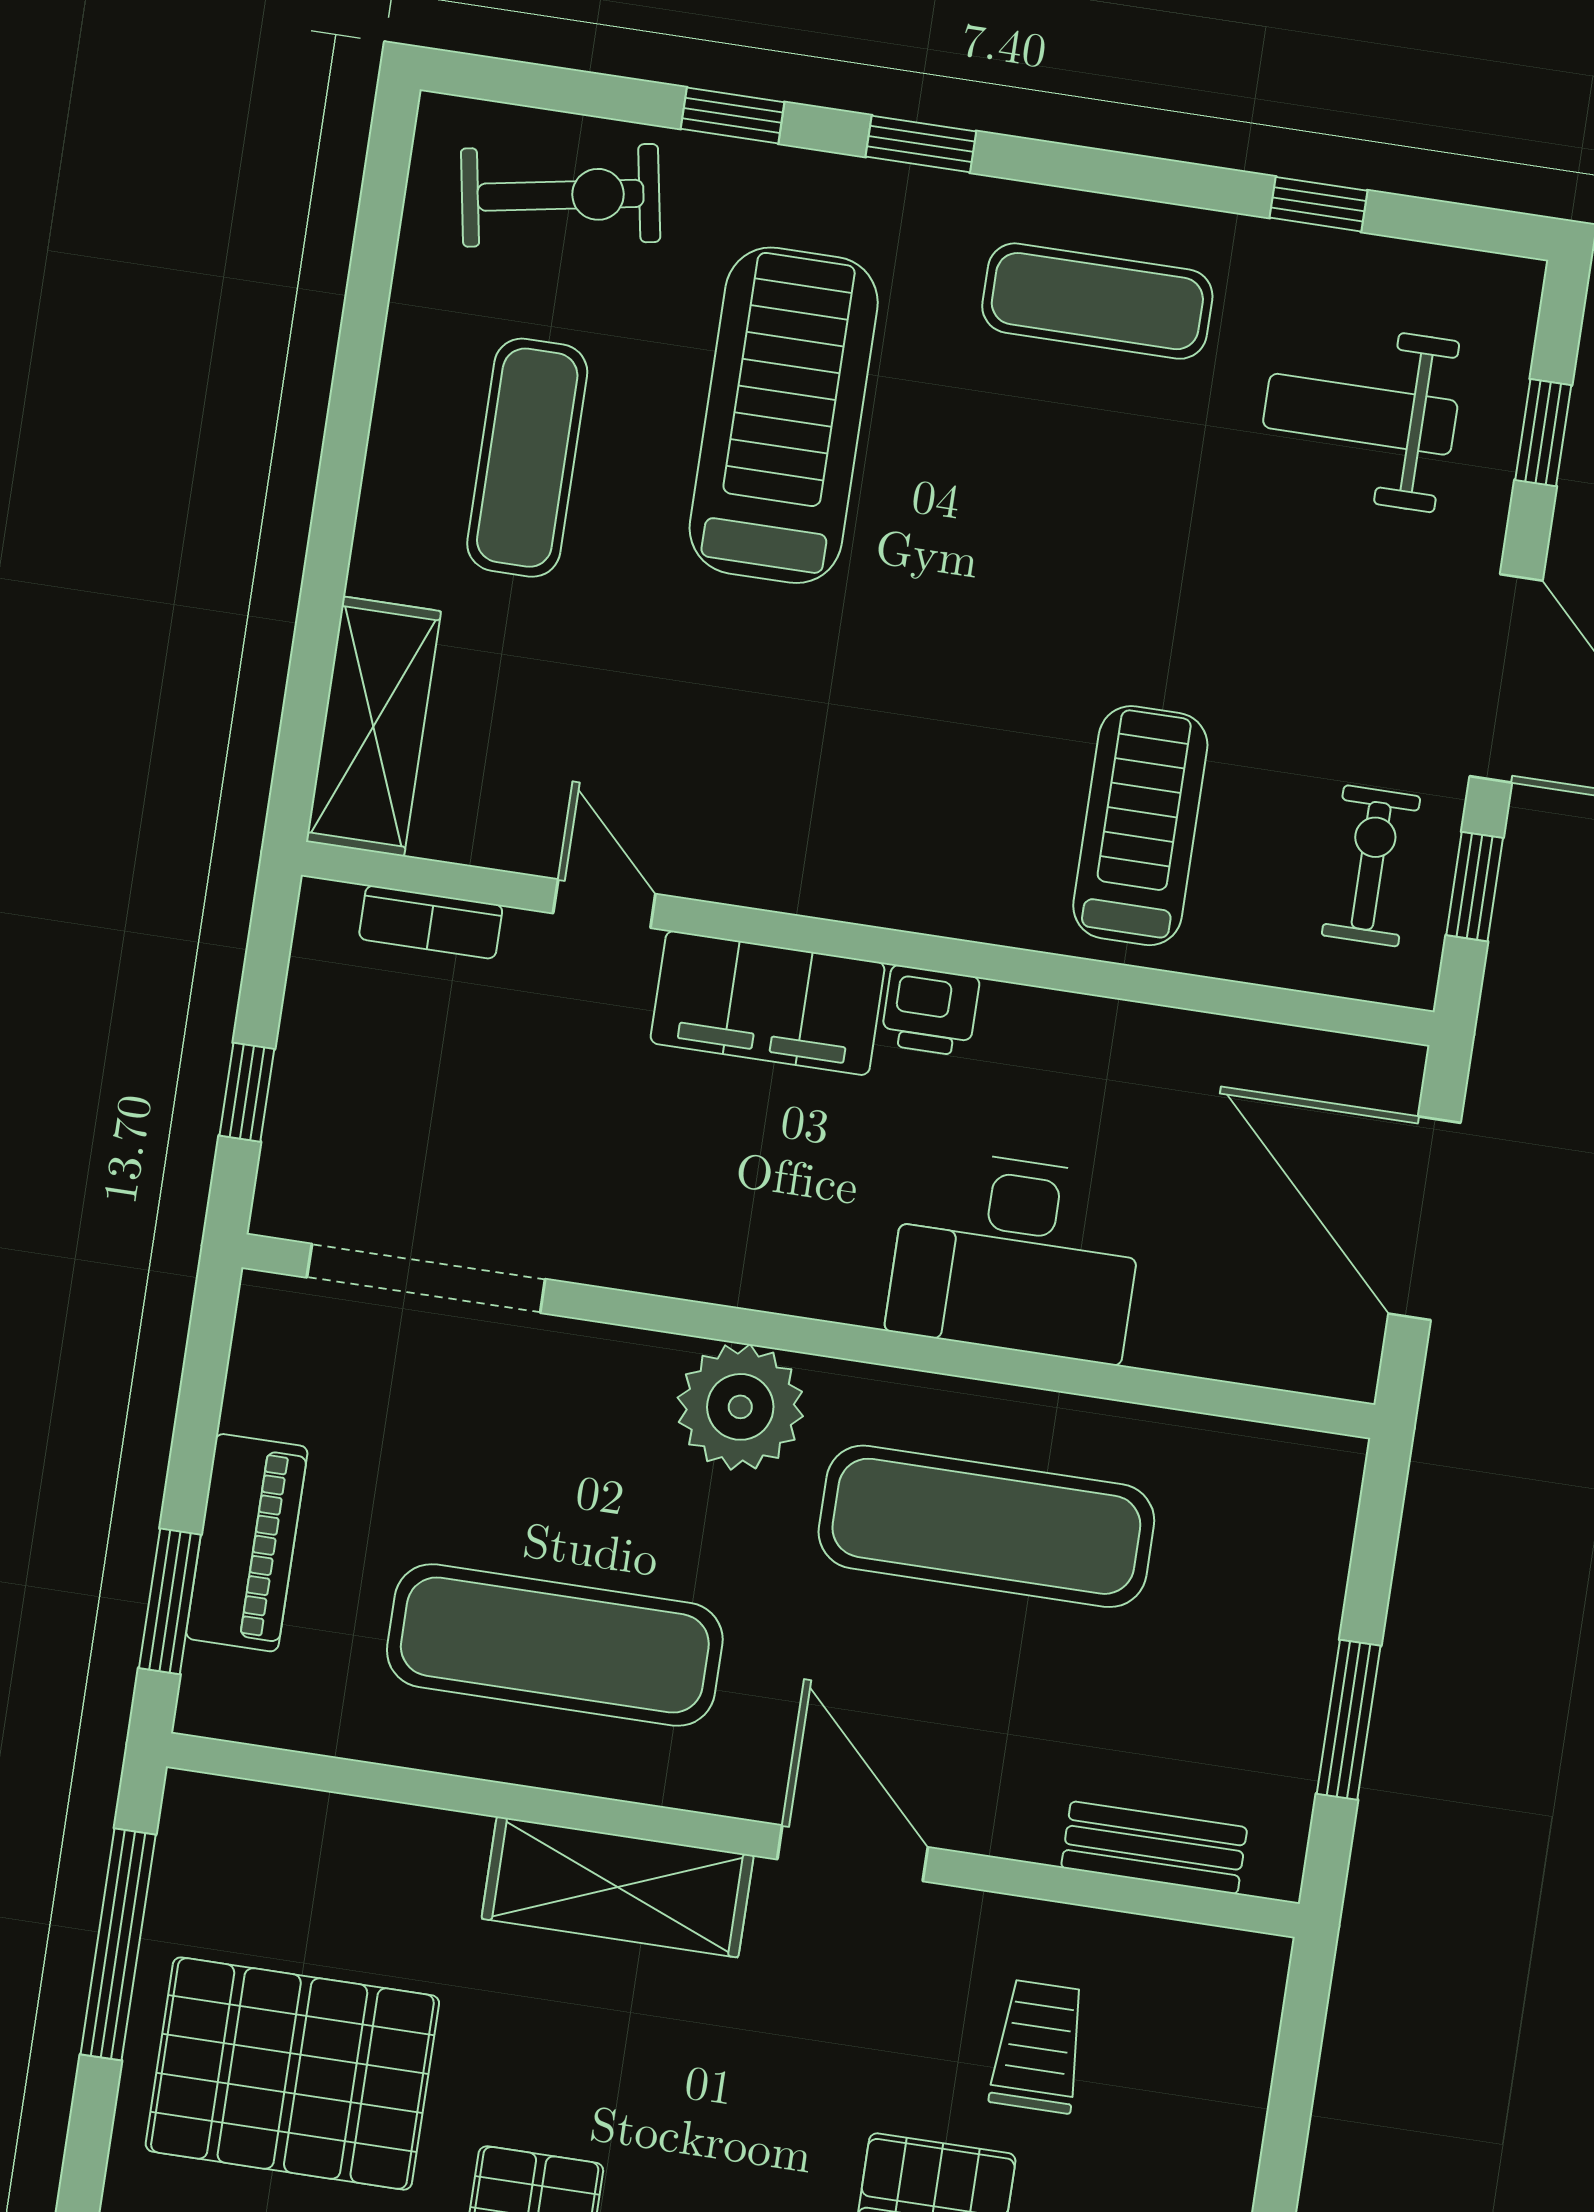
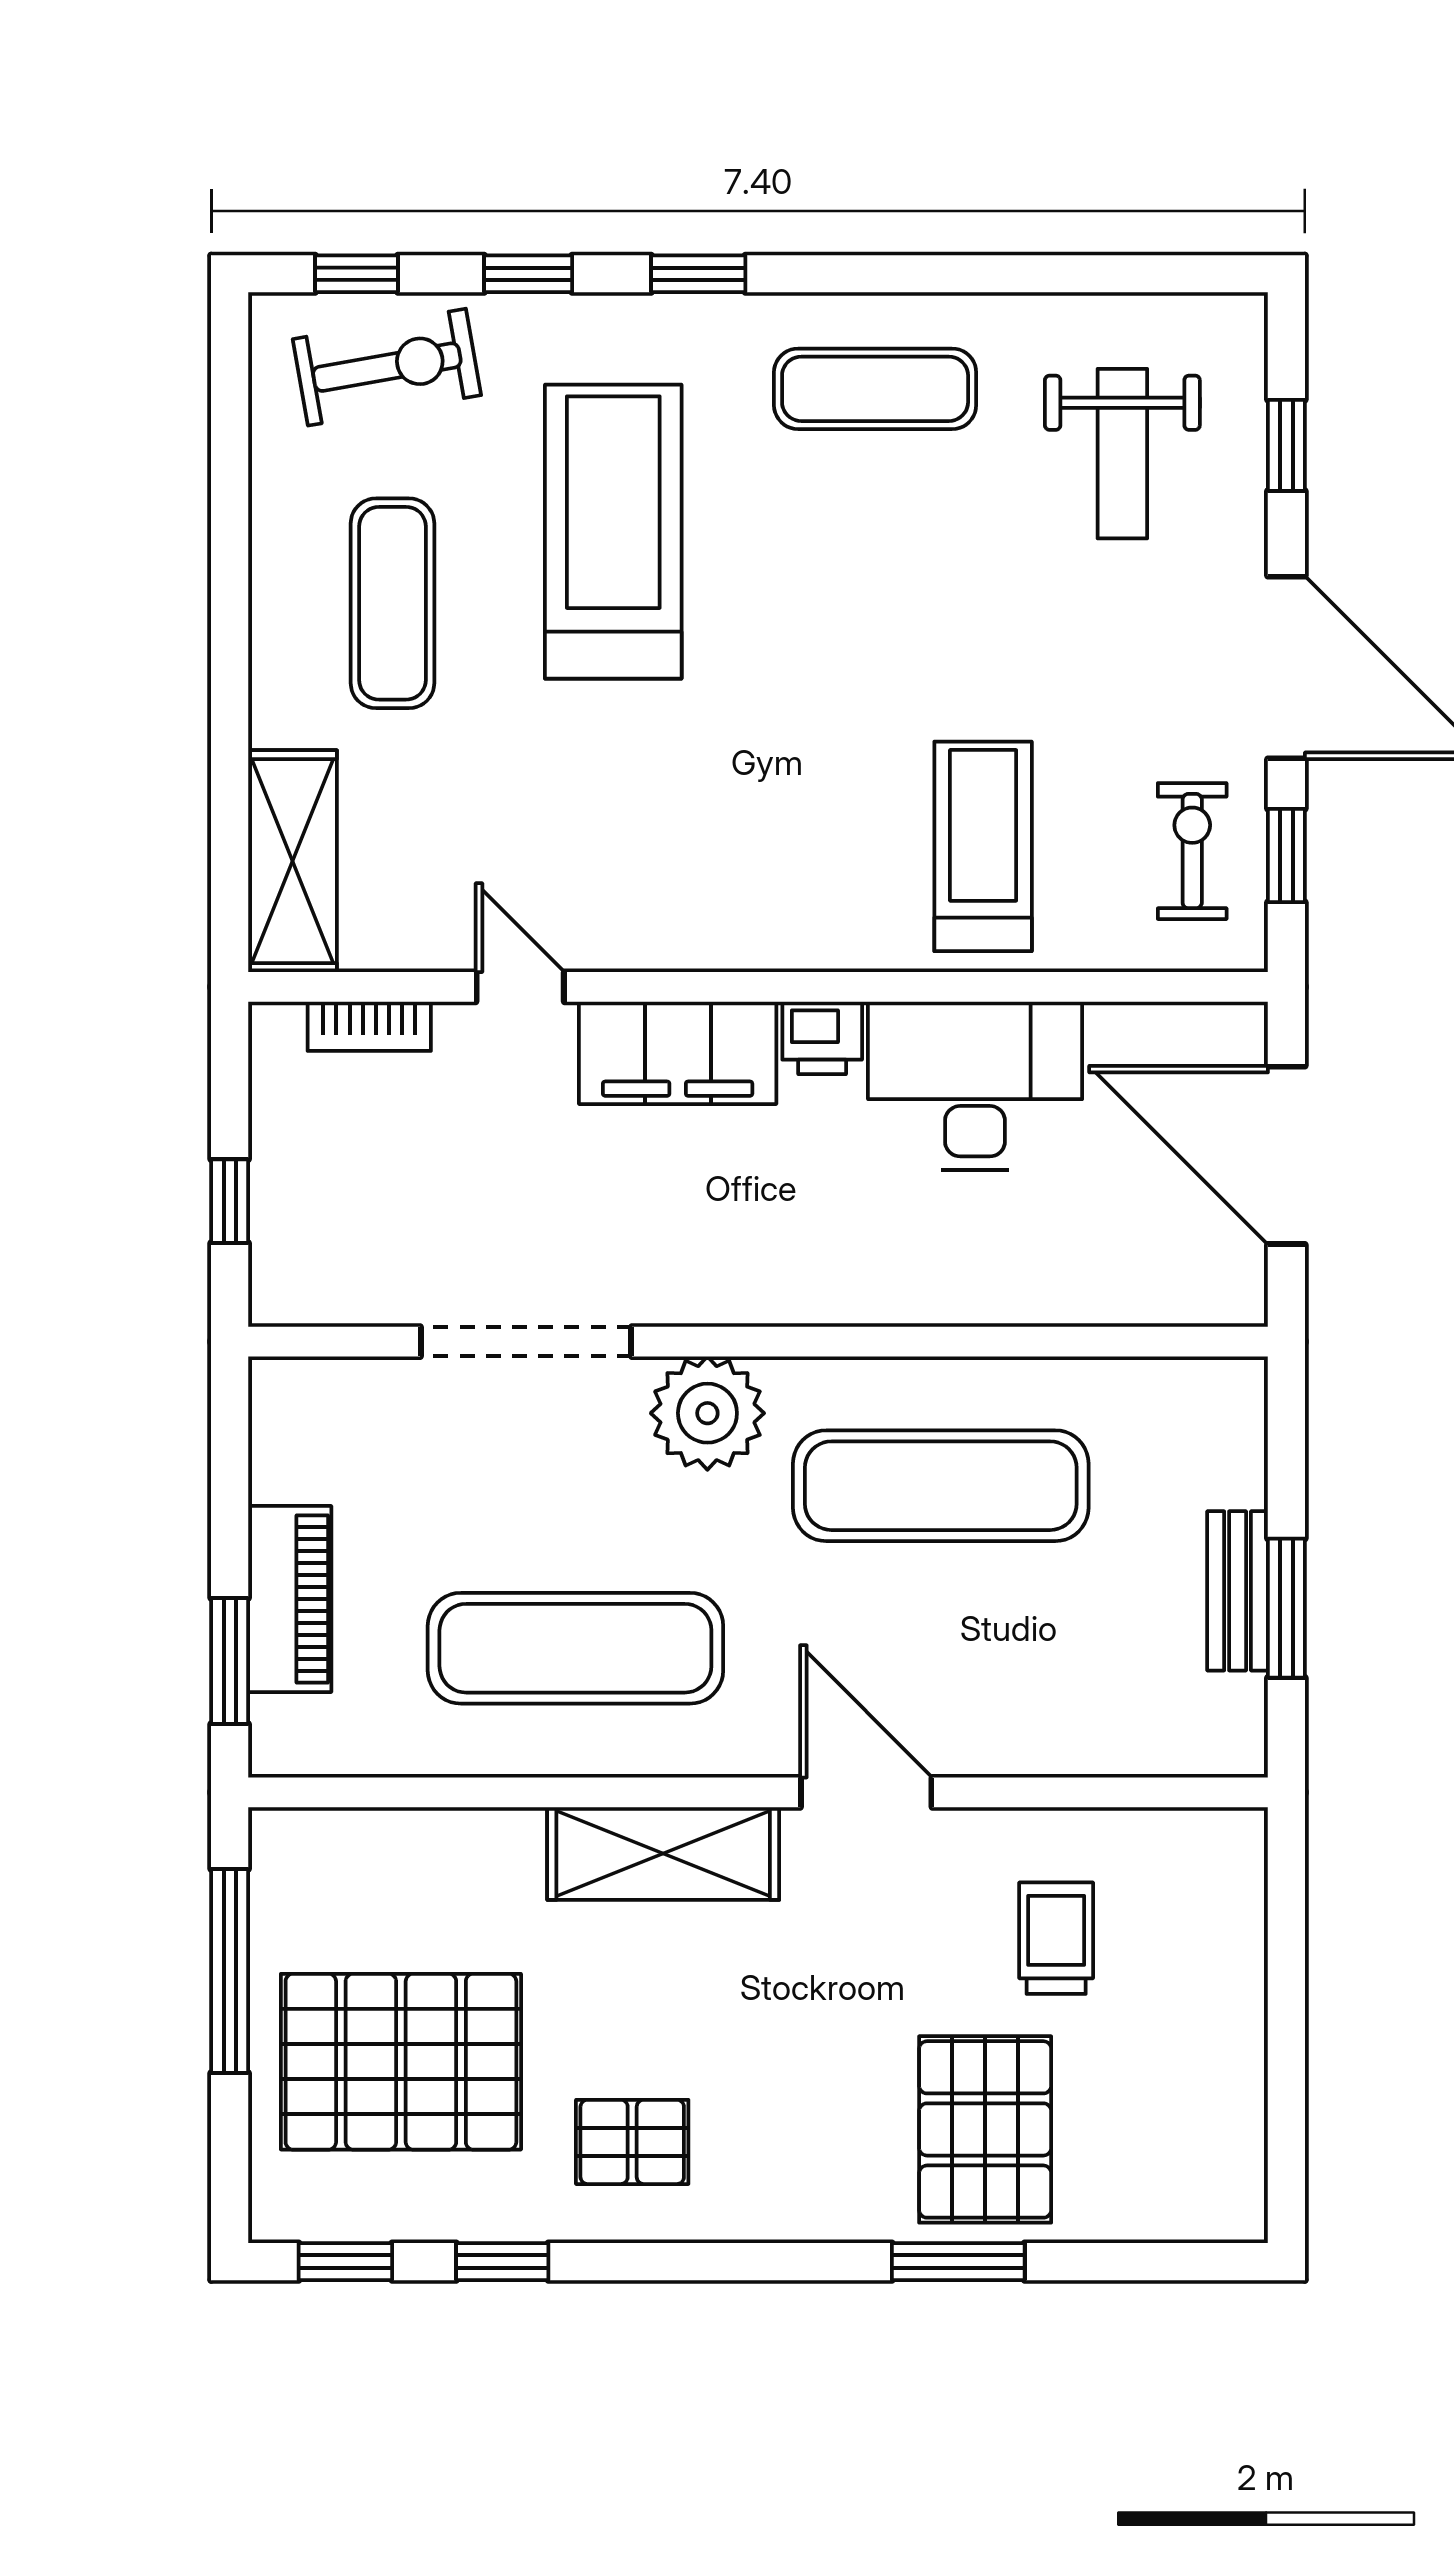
window: (1319, 204) -> (356, 274), moved
weight bench: (1360, 414) -> (1122, 454), turned -90
desk: (1016, 1256) -> (975, 1086), moved, turned 180
doorway: (426, 1278) -> (526, 1342), moved
bench: (1154, 1848) -> (1238, 1591), moved, turned 90

